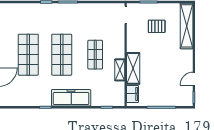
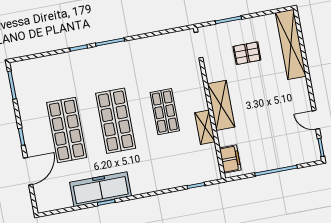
shelving: (133, 68) -> (221, 105), moved
door: (194, 79) -> (316, 120), hinge flipped
freezer: (71, 98) -> (101, 189), moved

